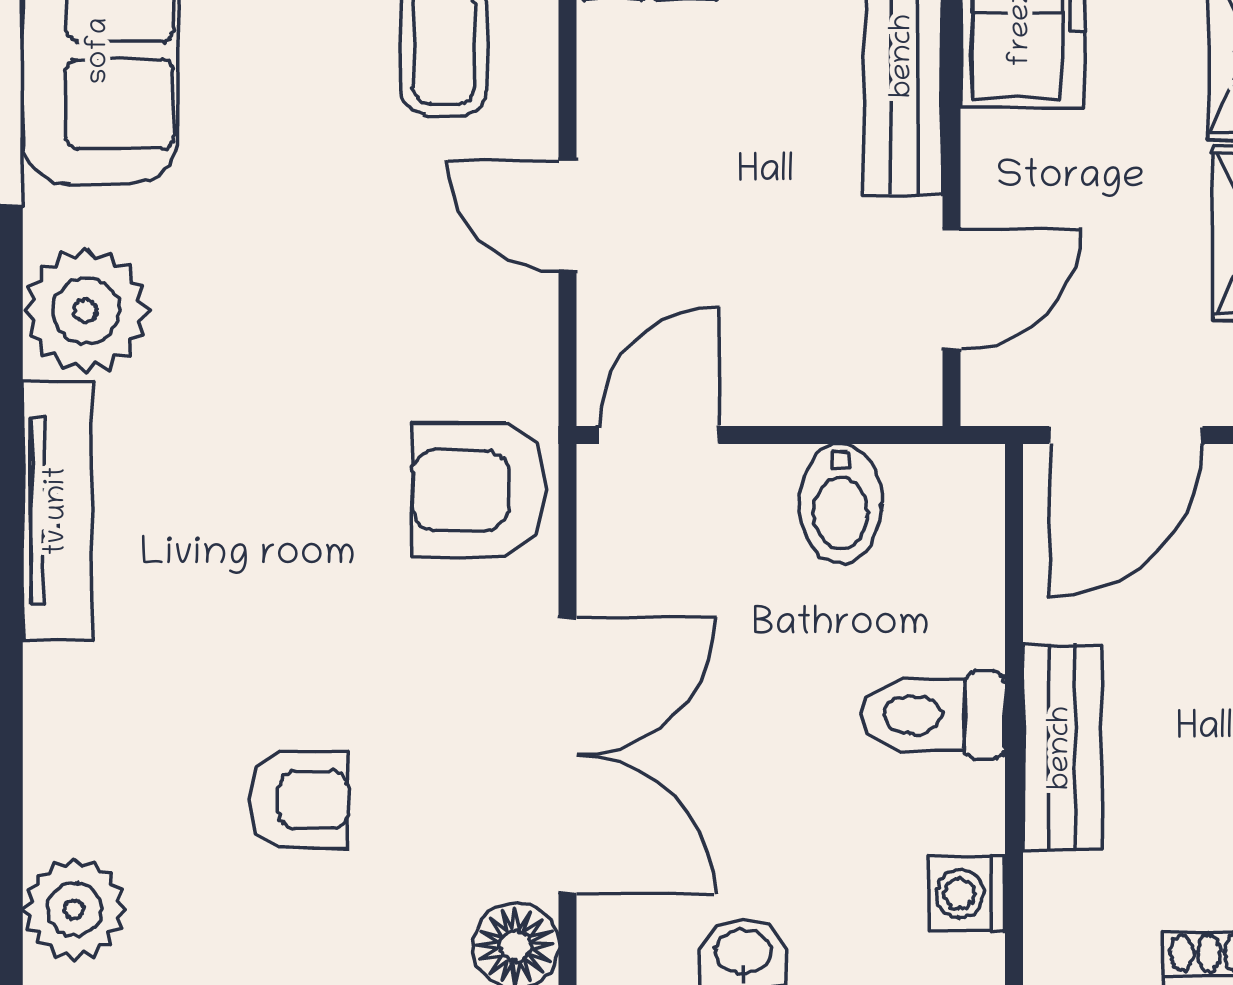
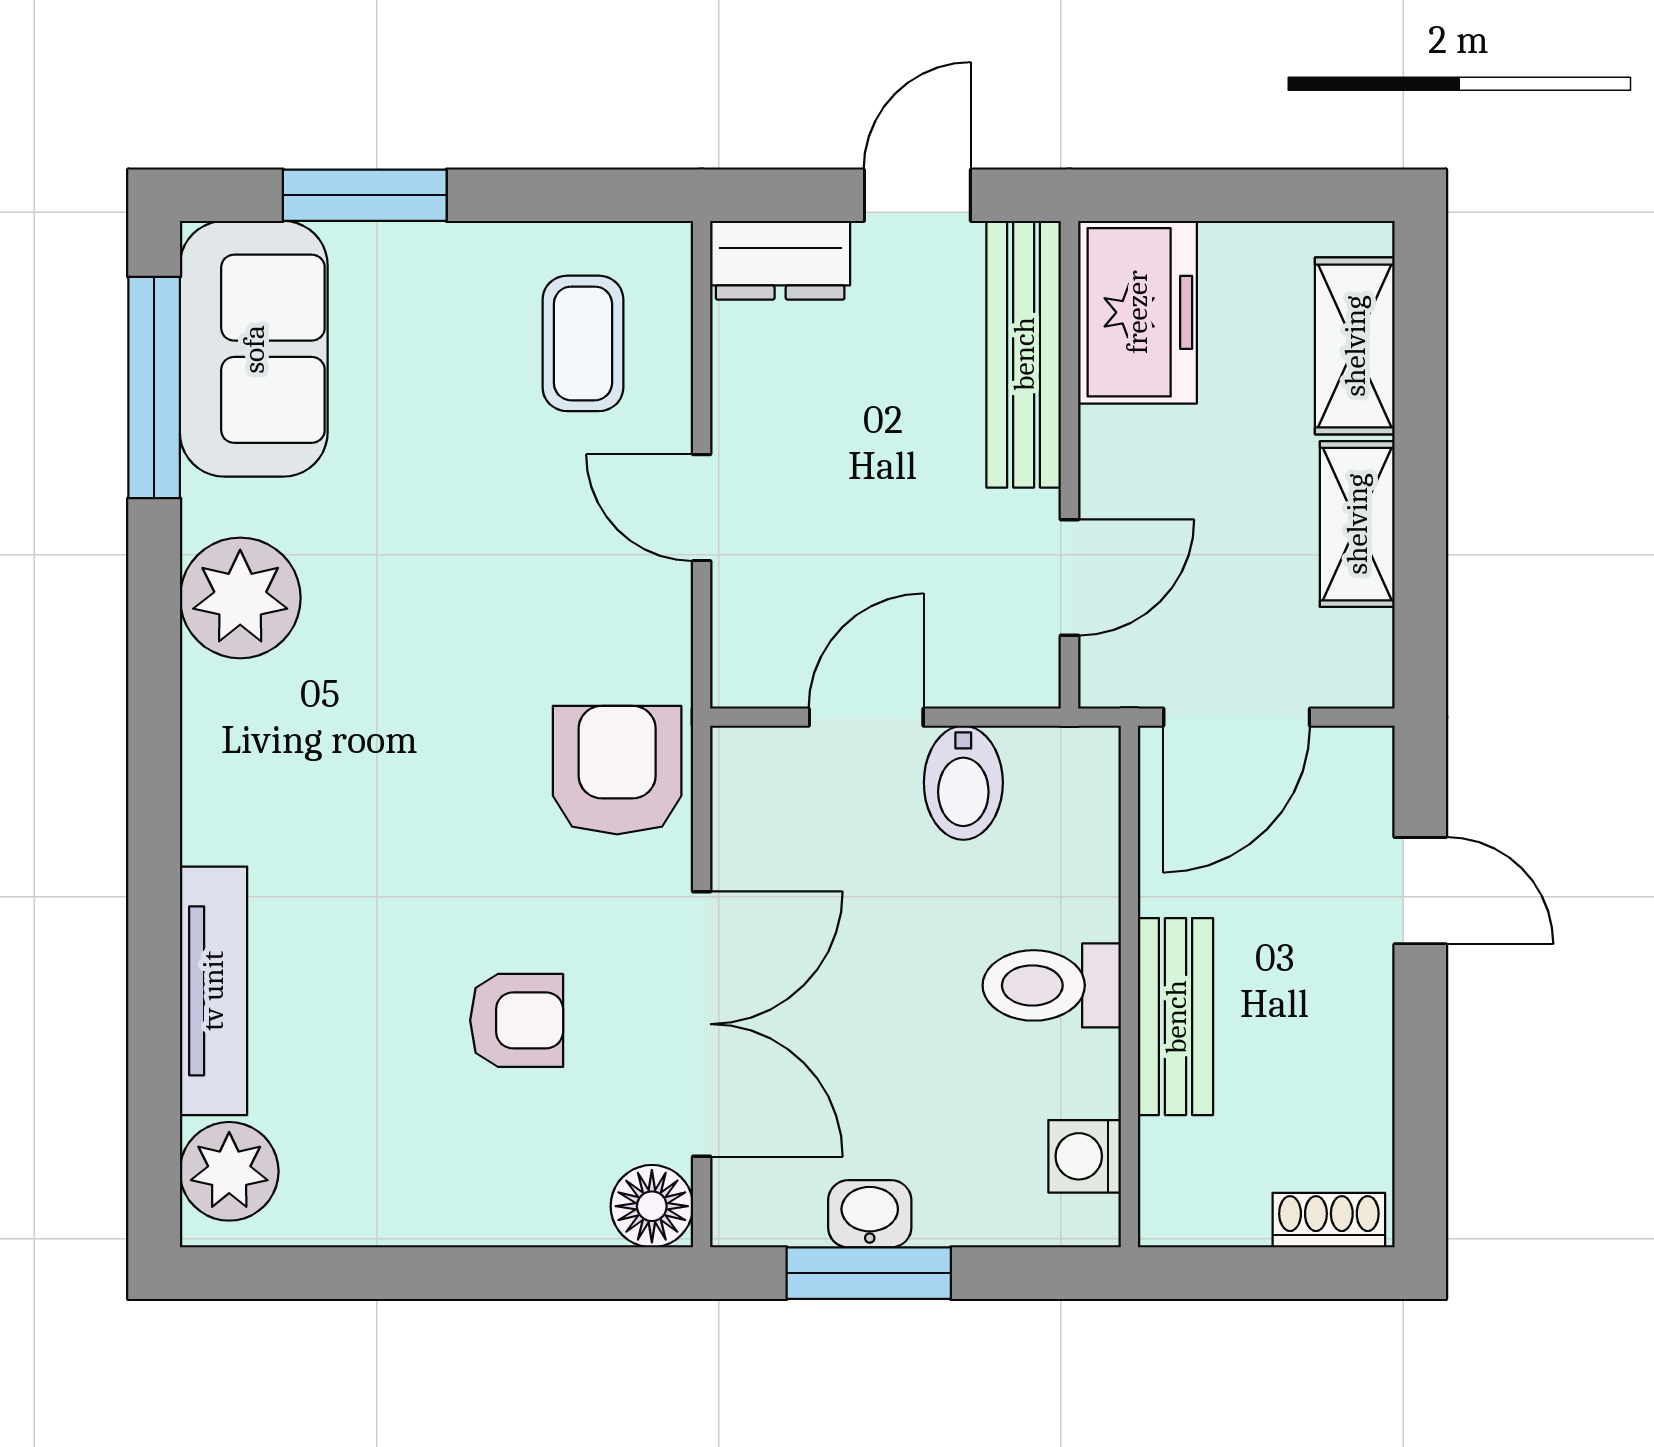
door: (659, 435) -> (866, 717), moved
armchair: (479, 490) -> (617, 770), turned 90
tv unit: (58, 511) -> (213, 991), moved
armchair: (300, 800) -> (517, 1020), moved

